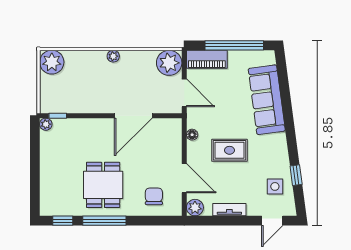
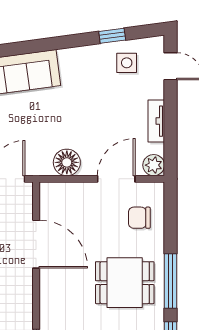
floor lamp: (192, 135) -> (67, 162), width x1.89, depth x1.89
rug: (229, 150) -> (80, 121), removed

